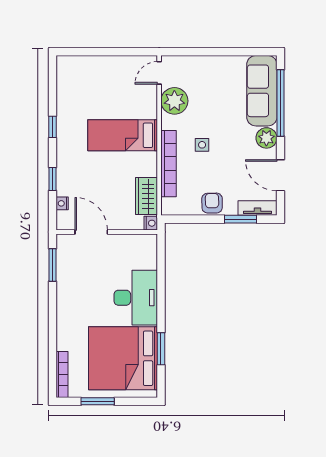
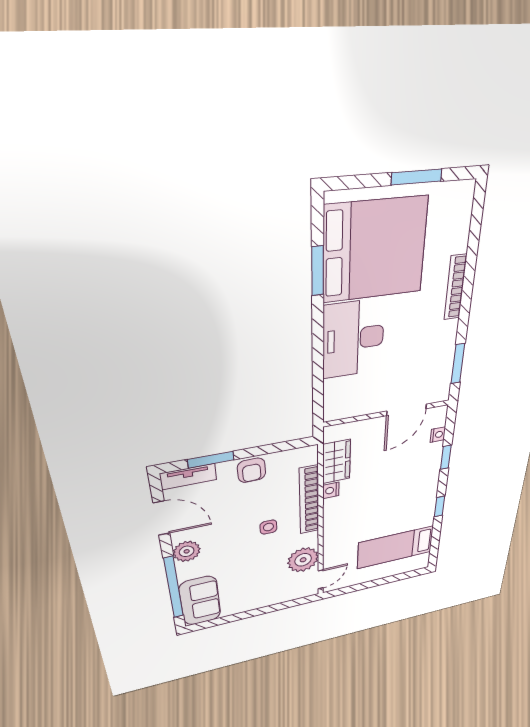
sofa: (262, 91) -> (200, 601), width x0.73
bed: (123, 135) -> (395, 547), moved, turned 180
nightstand: (151, 223) -> (331, 490), moved
door: (91, 232) -> (407, 410), hinge flipped
bookcase: (62, 374) -> (455, 287), moved

